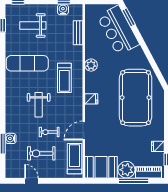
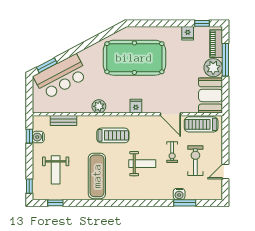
exercise bike: (41, 153) -> (195, 161), turned 180

